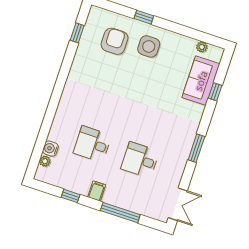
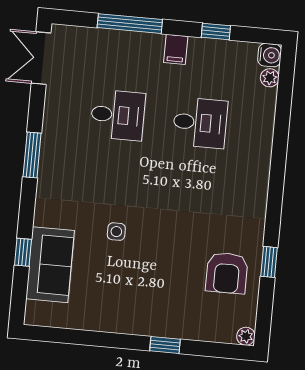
window: (77, 33) -> (269, 262), moved
armchair: (115, 41) -> (227, 273), moved
side table: (149, 46) -> (116, 232), moved, width x0.54, depth x0.54
plant: (202, 47) -> (246, 336), moved
water cooler: (50, 149) -> (270, 55), moved

